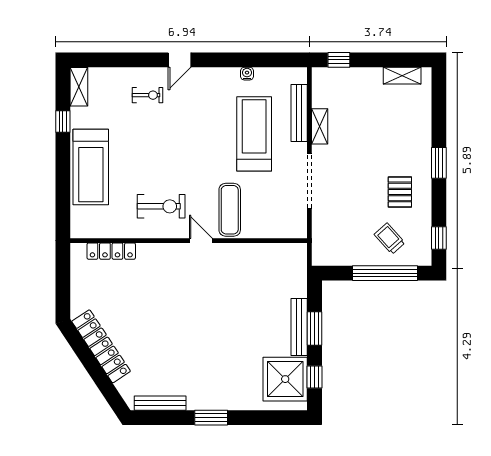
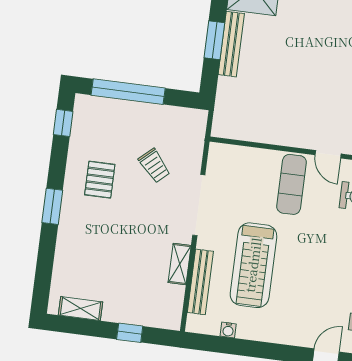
window: (339, 60) -> (130, 333), moved
water cooler: (247, 74) -> (228, 330), moved
trolley: (390, 239) -> (154, 166), moved

